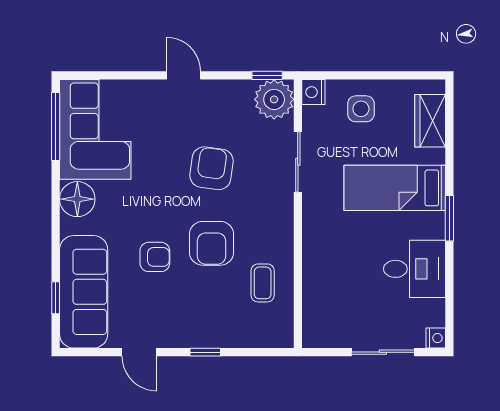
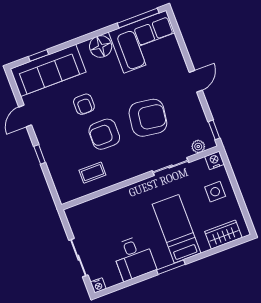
plant: (274, 99) -> (198, 146), width x0.53, depth x0.53
armchair: (211, 168) -> (148, 118), width x1.36, depth x1.36

